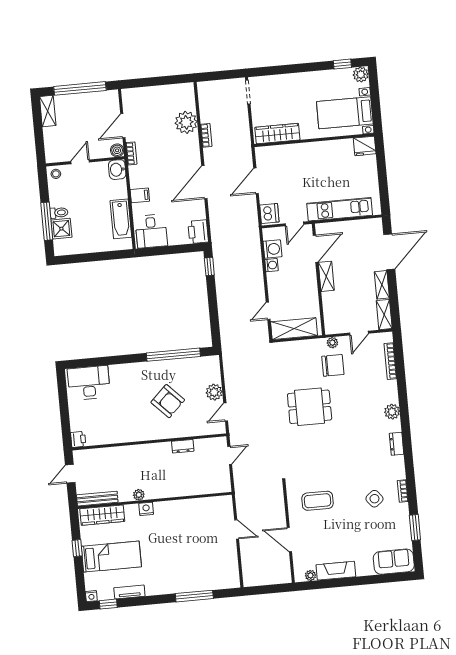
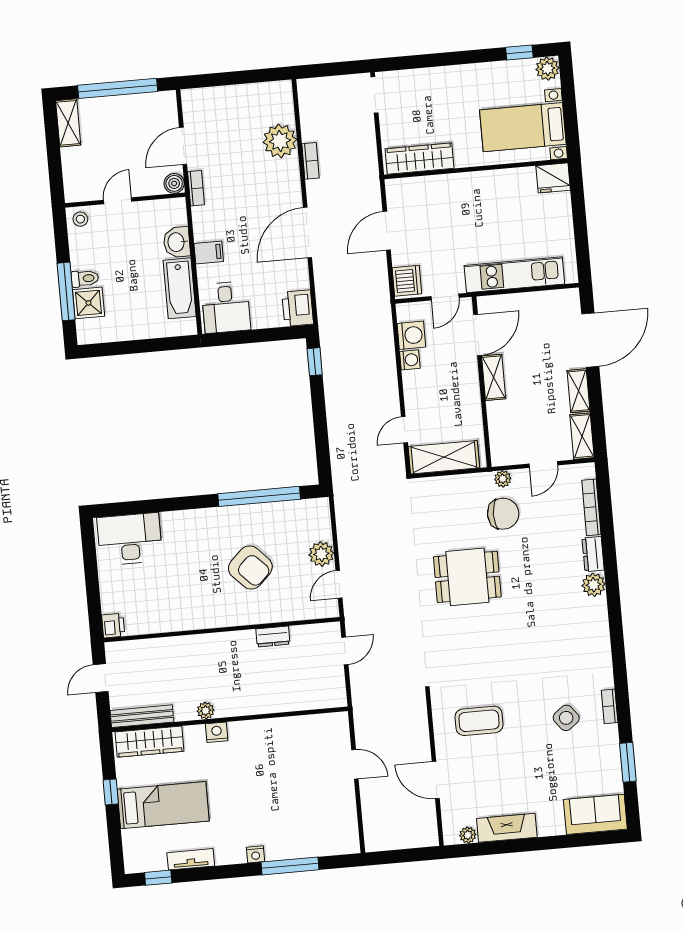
washbasin: (117, 170) -> (177, 242), moved
dresser: (397, 444) -> (593, 554), moved
nightstand: (91, 596) -> (256, 854), moved

